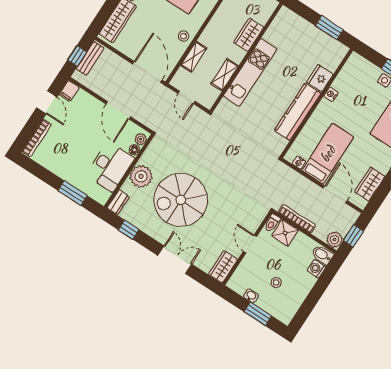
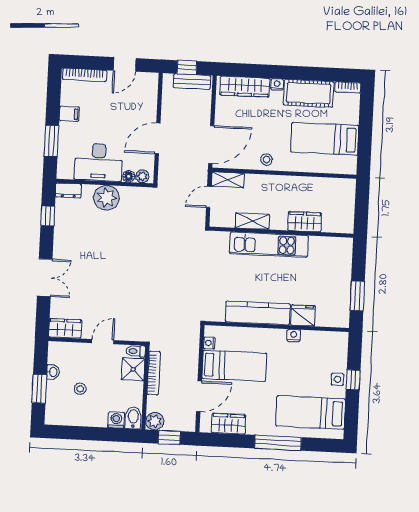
shelving: (194, 57) -> (228, 180), moved
filing cabinet: (69, 91) -> (69, 114), moved, turned 180
spiral stairs: (181, 200) -> (106, 250), removed

